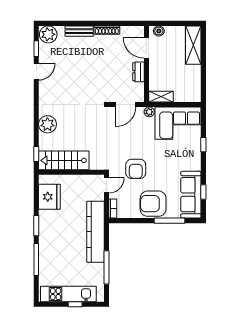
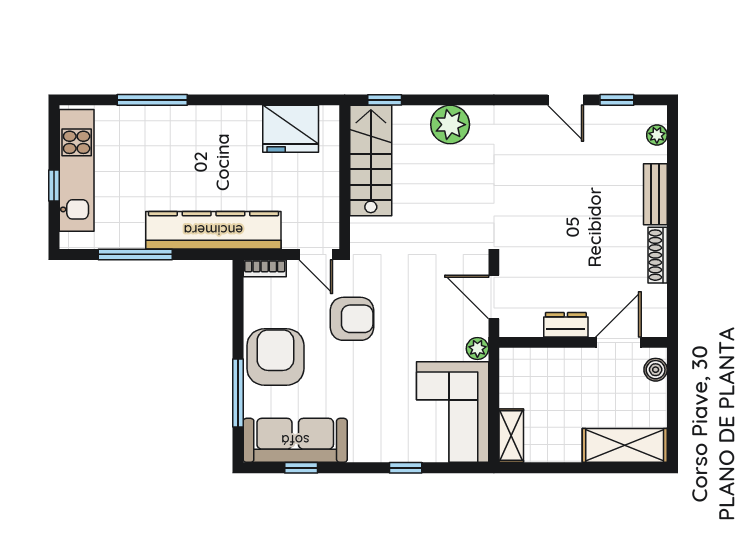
plant: (48, 34) -> (657, 135), width x0.53, depth x0.53
shelving: (161, 97) -> (511, 436), moved
armchair: (136, 169) -> (352, 319), turned 180
window: (36, 226) -> (227, 100), removed

